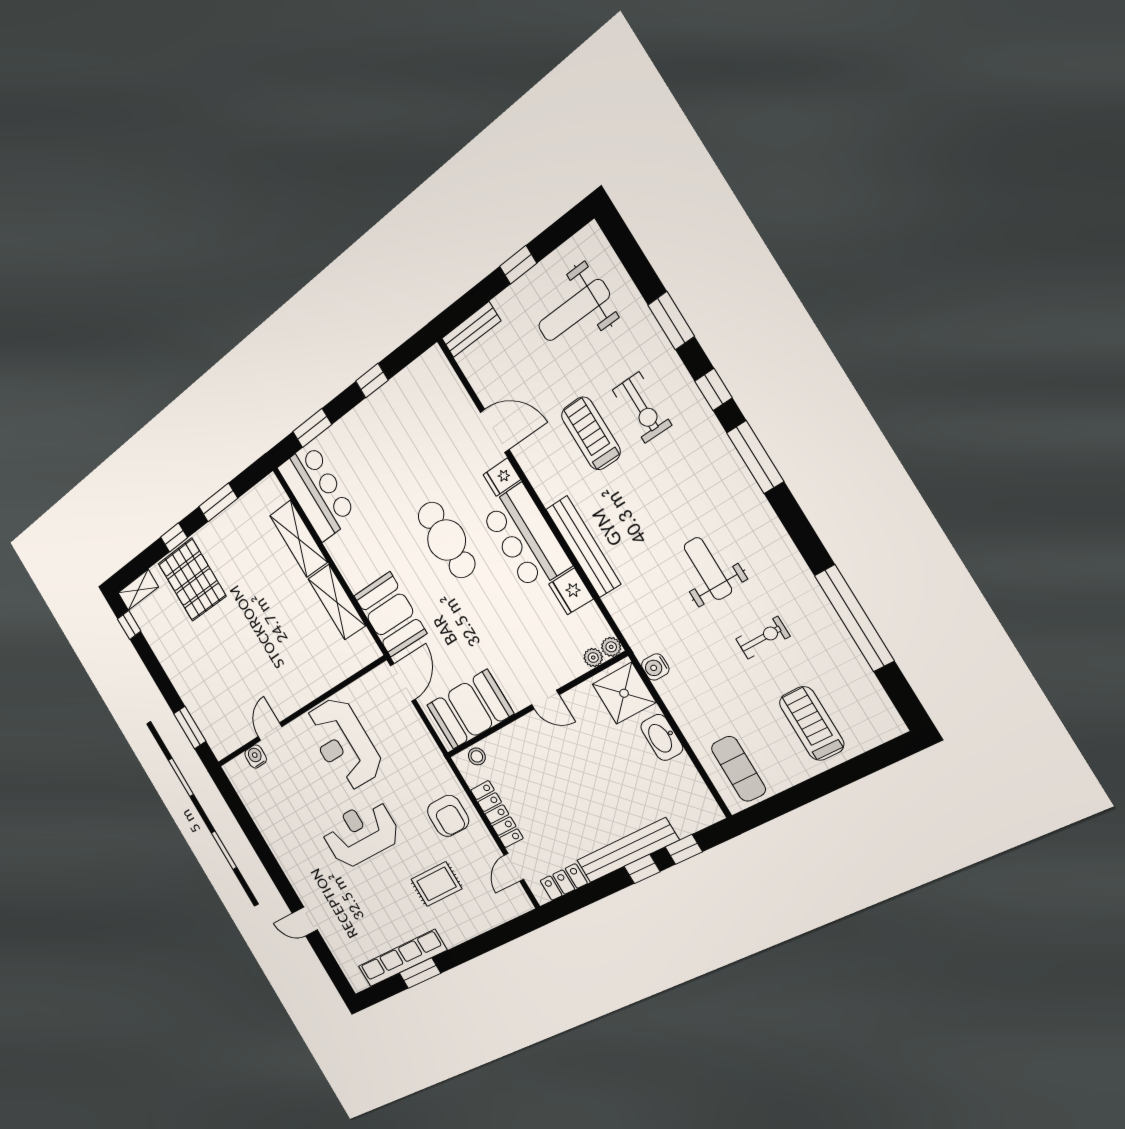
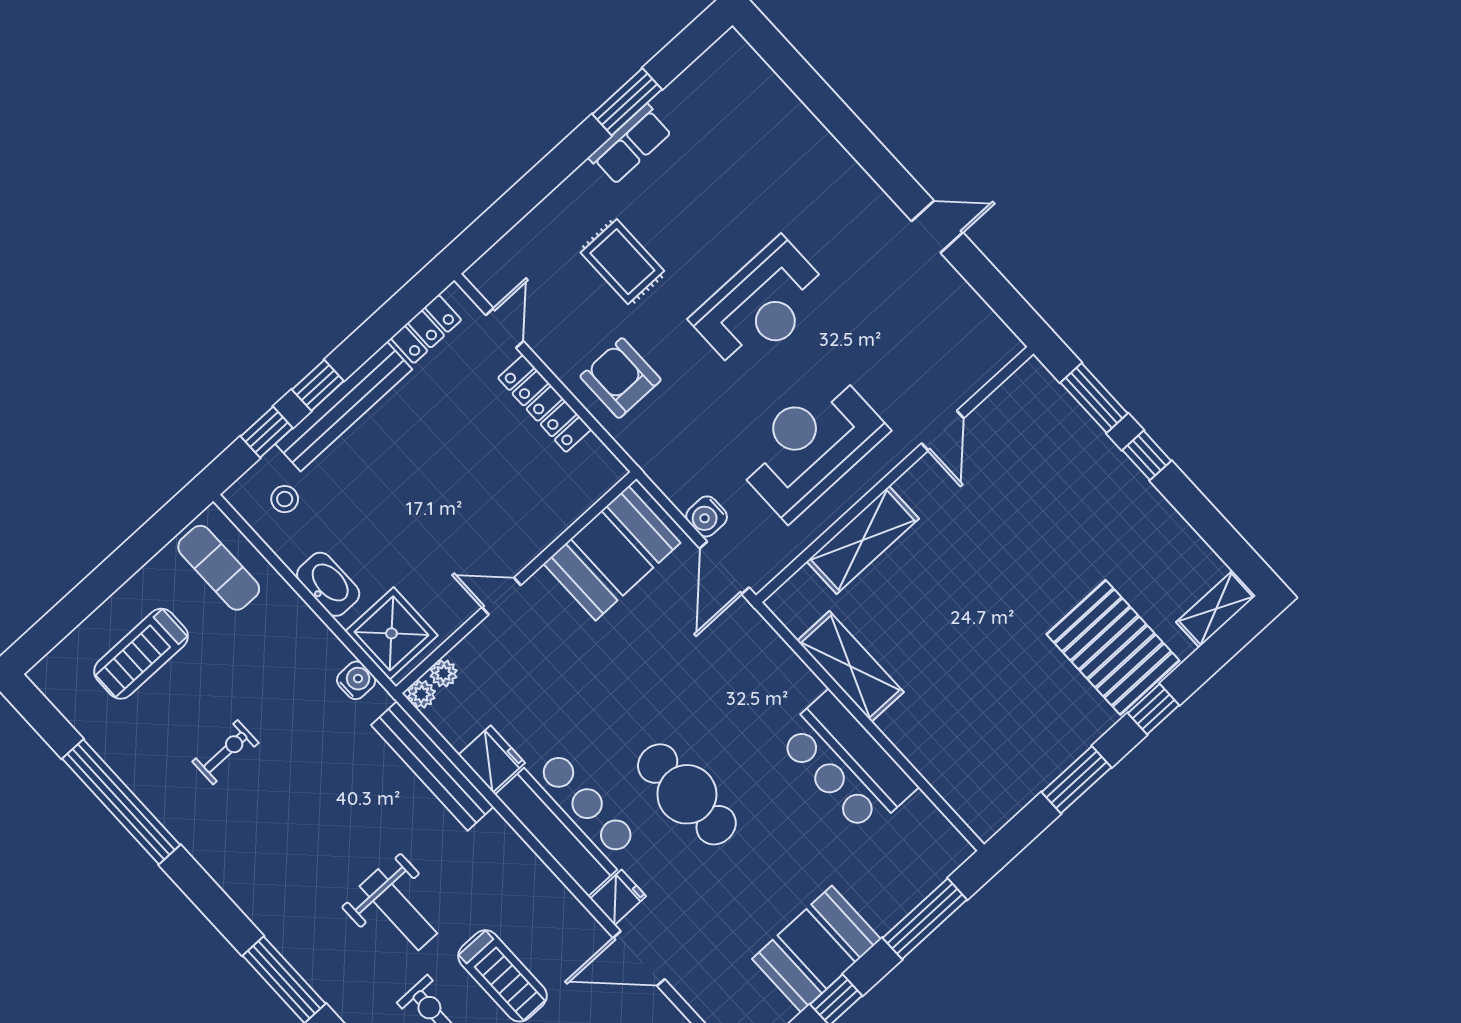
window: (312, 428) -> (925, 919), width x1.44
bar counter: (317, 492) -> (847, 763), moved
shelving: (299, 539) -> (863, 540), moved, turned 90
bench: (583, 547) -> (432, 766), moved
weight bench: (708, 569) -> (398, 910), moved
booth: (390, 615) -> (816, 949), moved, turned 90
window: (129, 625) -> (1147, 455), moved
exercise bike: (763, 638) -> (225, 752), turned 180
treadmill: (812, 724) -> (141, 654), turned 90
reception desk: (344, 744) -> (810, 446), turned -90
water cooler: (256, 756) -> (707, 516), moved, turned 90
stool: (477, 756) -> (285, 499), moved
rug: (436, 884) -> (622, 262), turned 90
door: (305, 922) -> (937, 227), moved
row of seats: (402, 958) -> (630, 144), width x0.50

